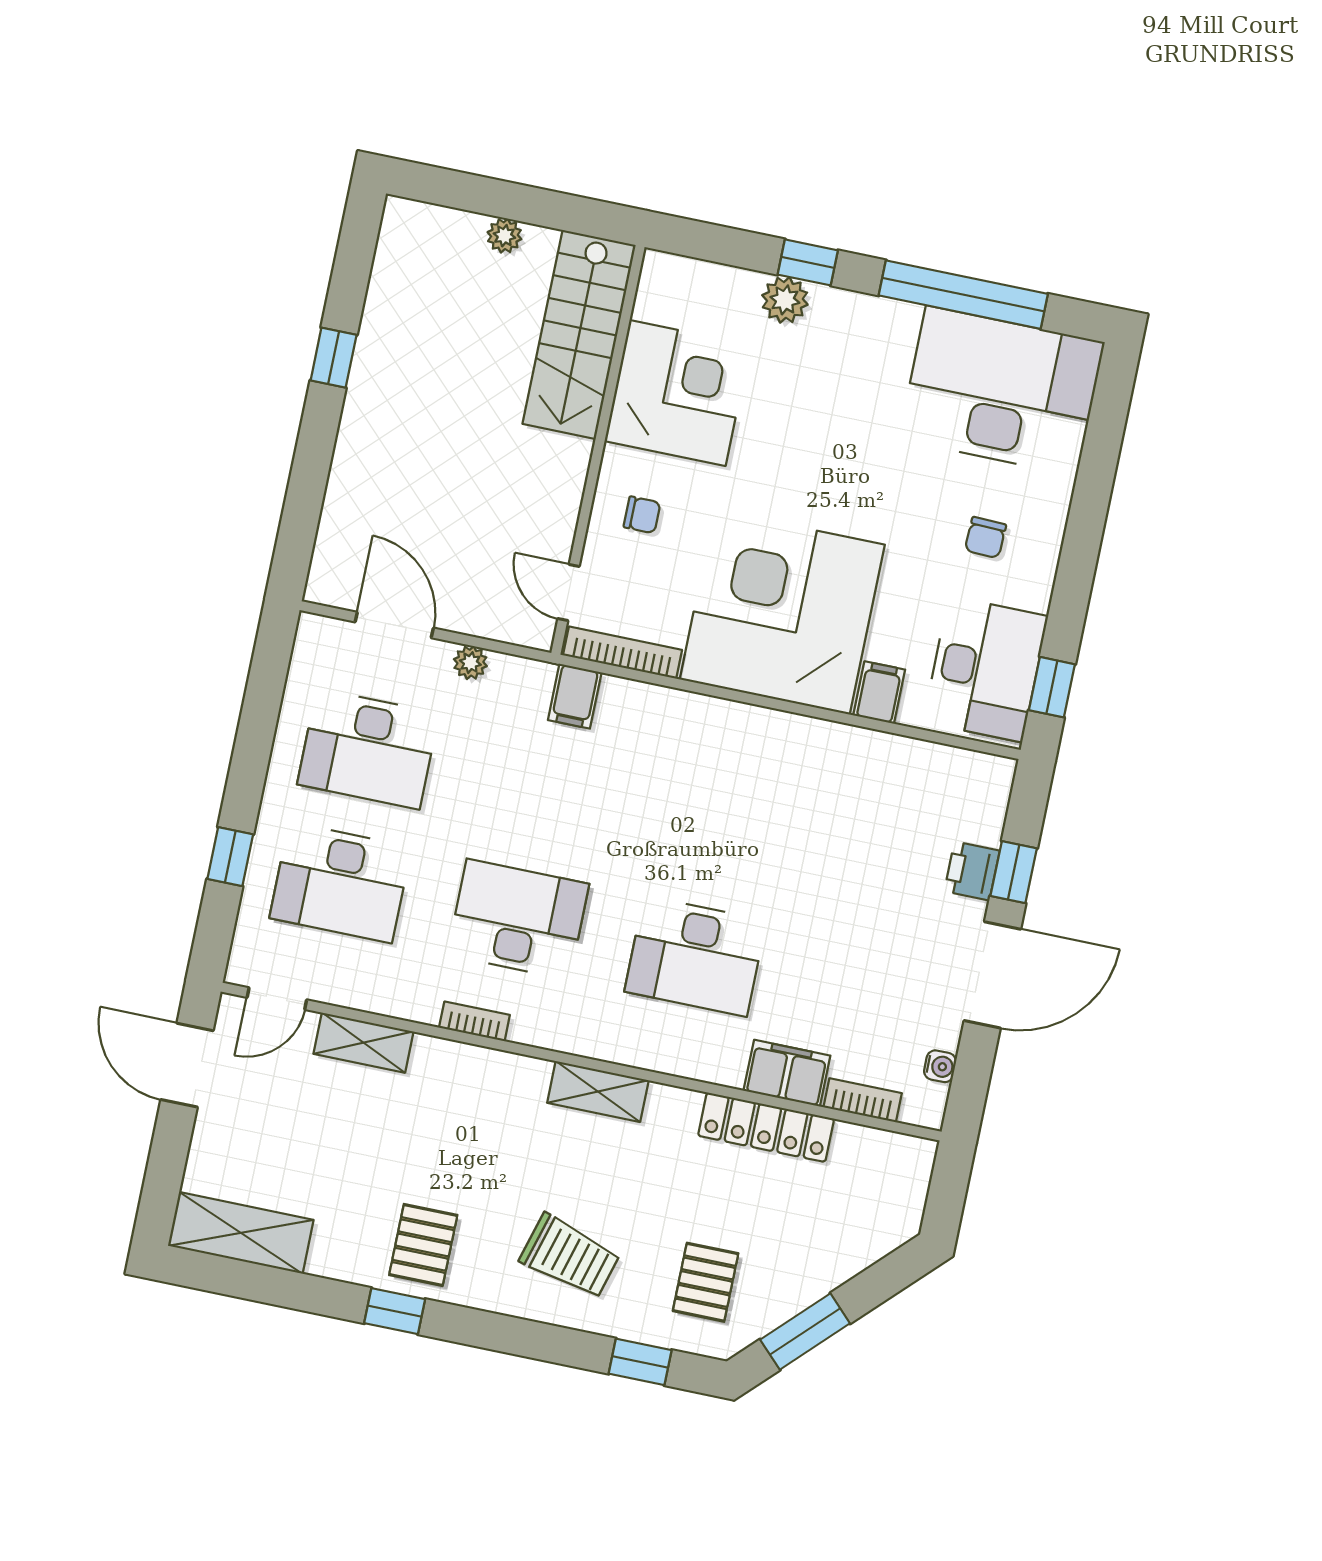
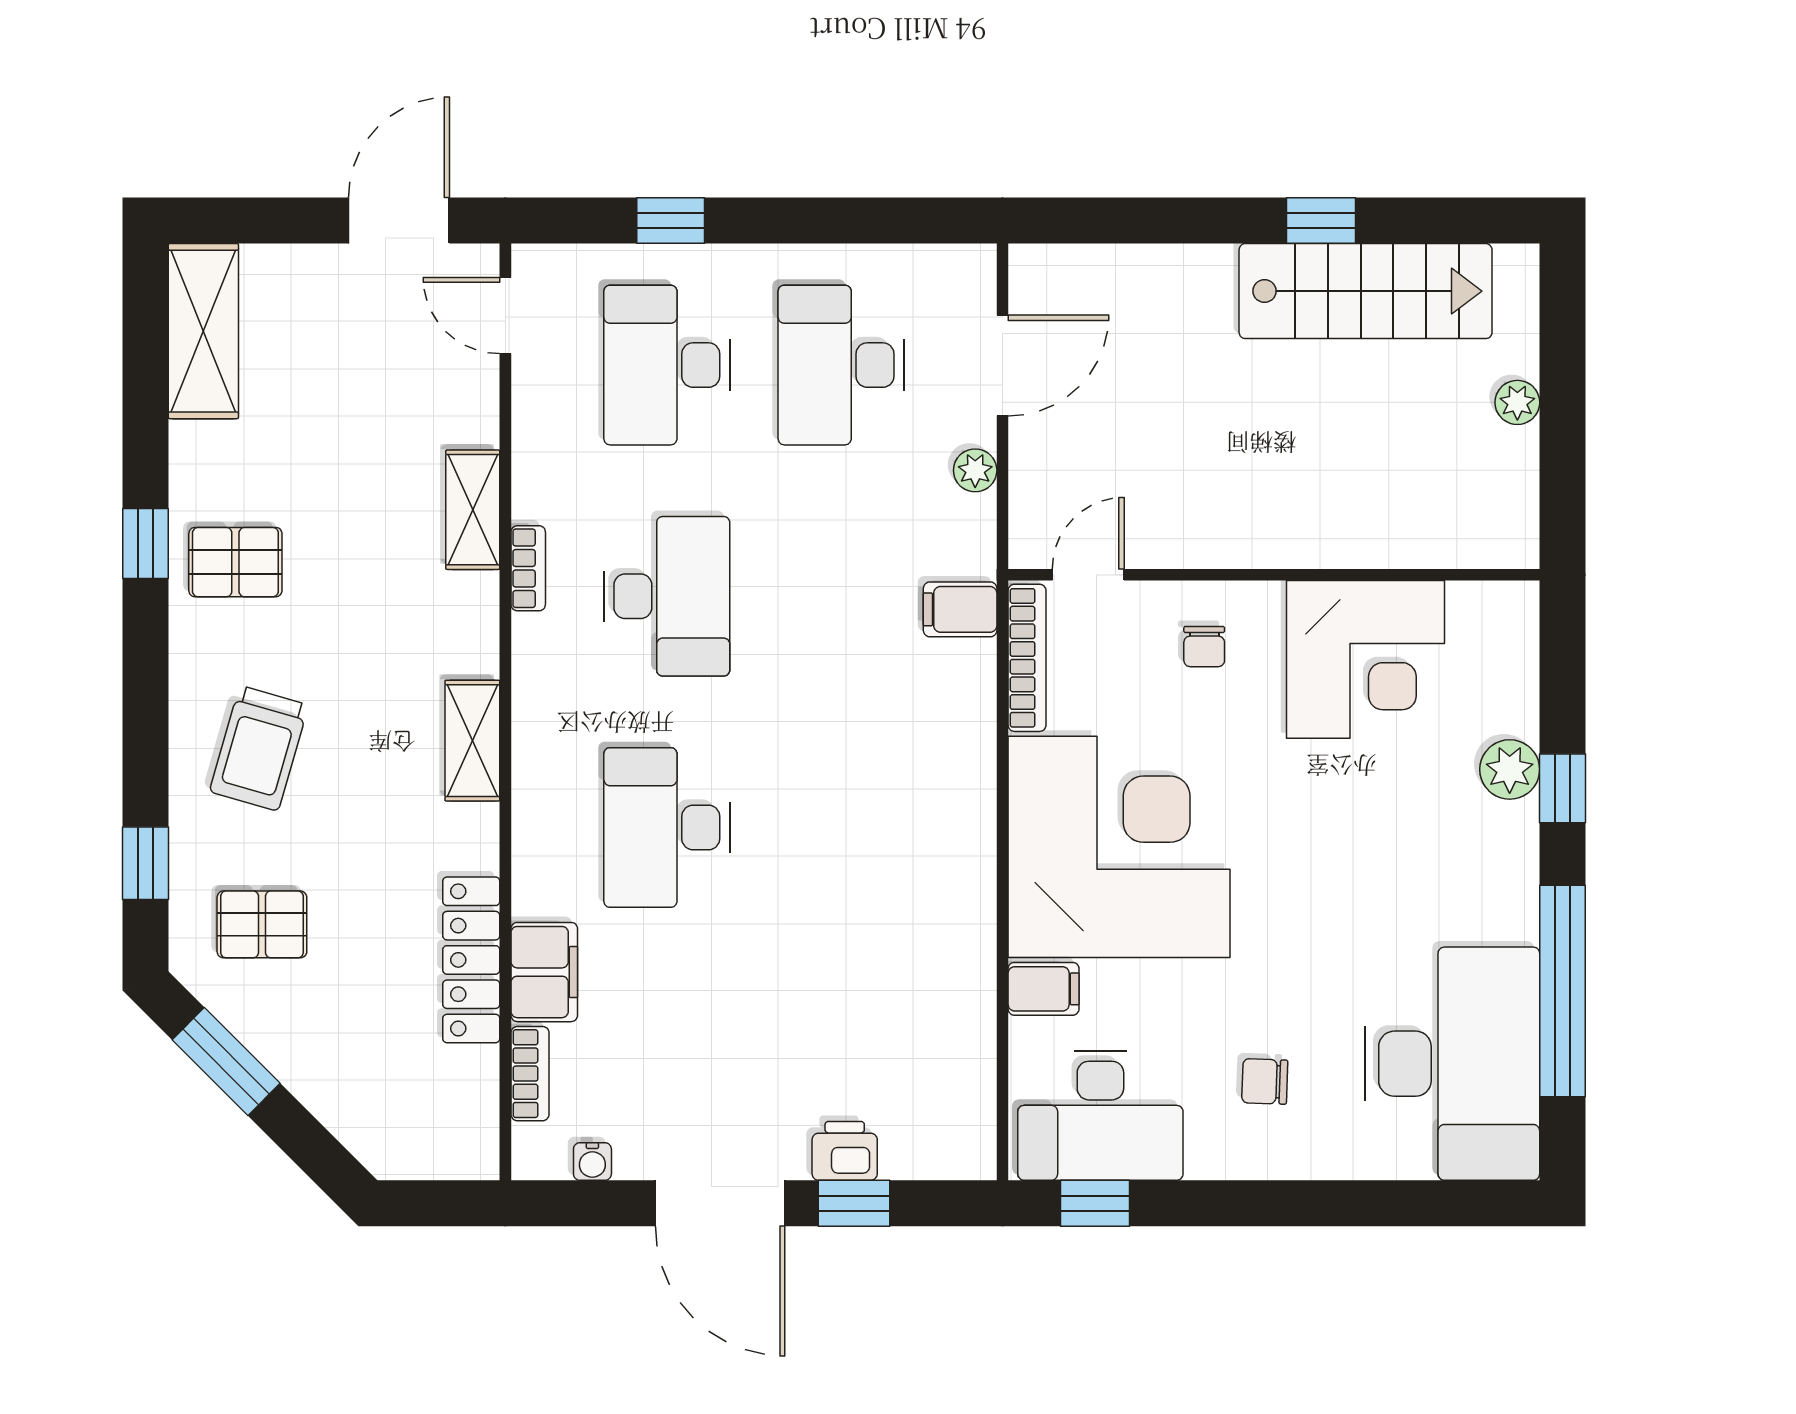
stairs: (579, 335) -> (1366, 291), moved, turned 180
shelving: (363, 1043) -> (473, 510), moved

